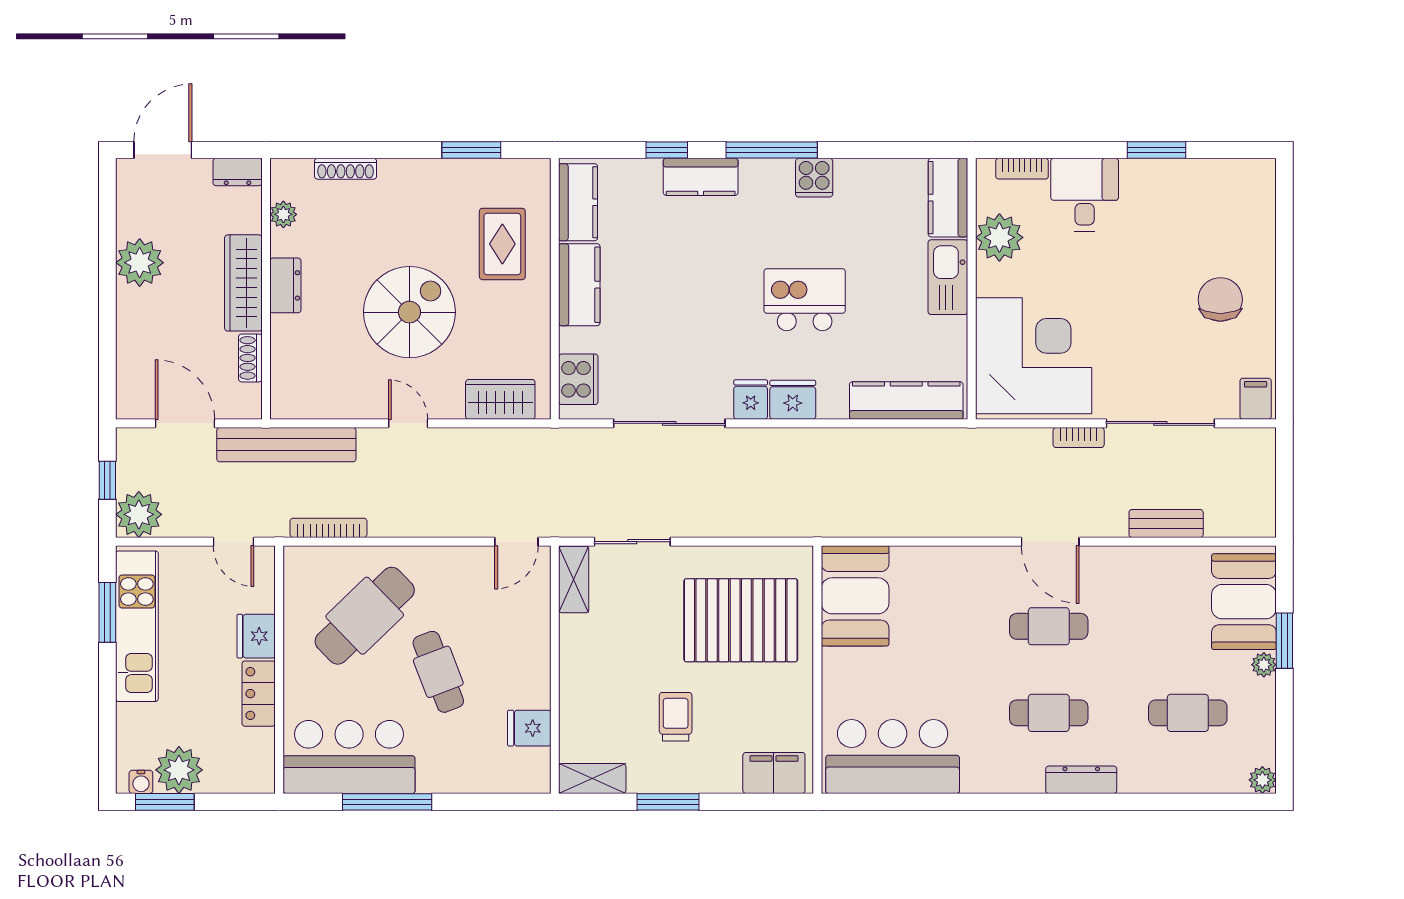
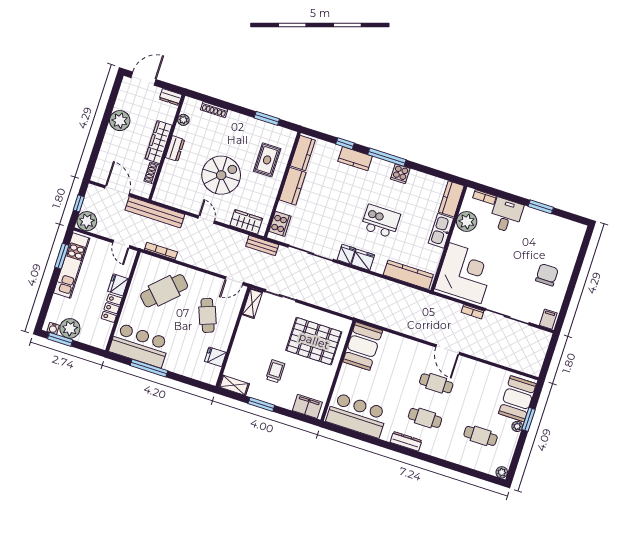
bench: (1166, 524) -> (262, 246), moved
cafe table: (438, 672) -> (208, 315), moved
dresser: (1081, 780) -> (406, 441), moved

